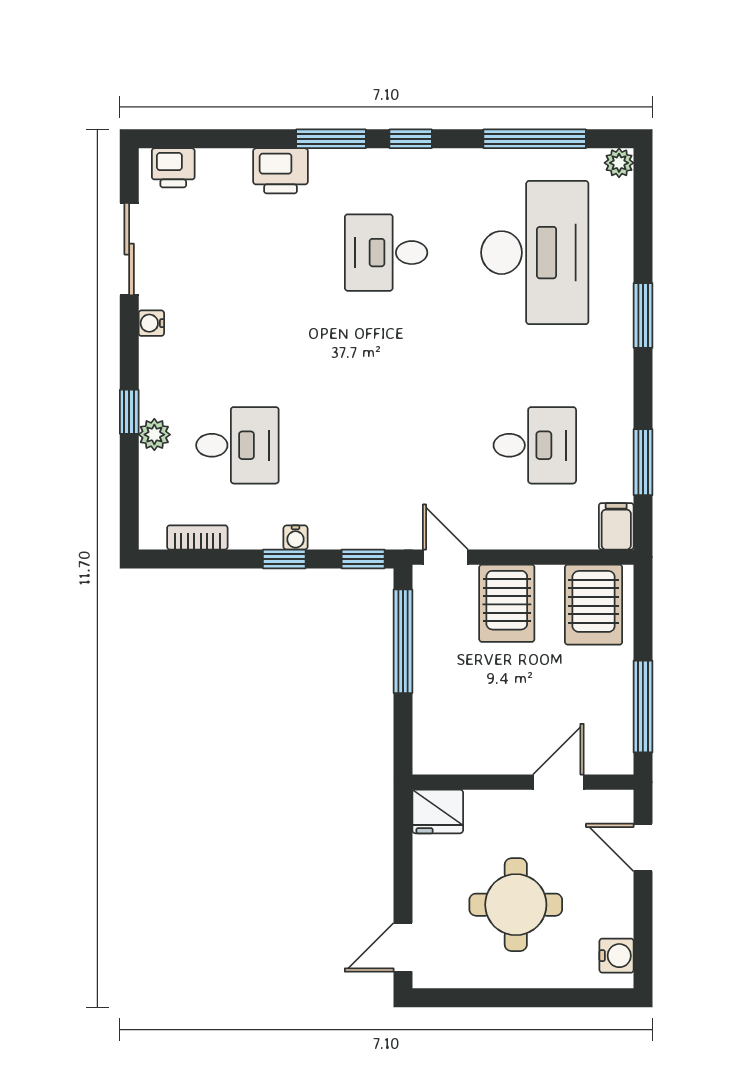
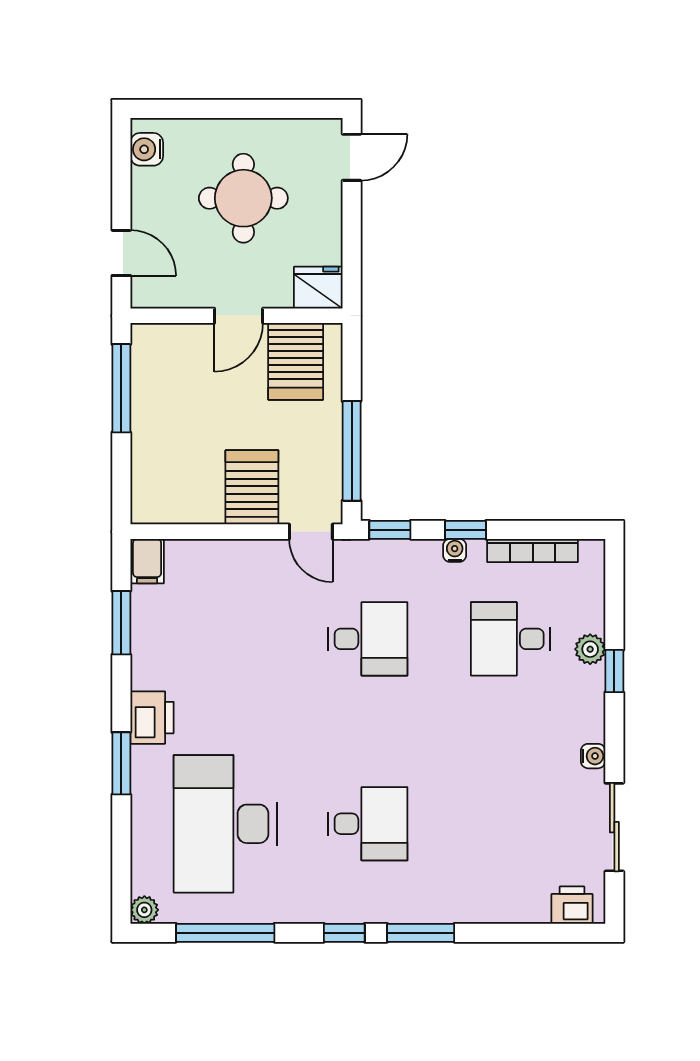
printer: (280, 171) -> (152, 718), moved, turned 90
desk: (535, 445) -> (368, 639), moved, turned 180
bookcase: (197, 537) -> (533, 550), width x1.56
server rack: (594, 605) -> (296, 361), moved, turned 180
door: (558, 782) -> (239, 316), moved

